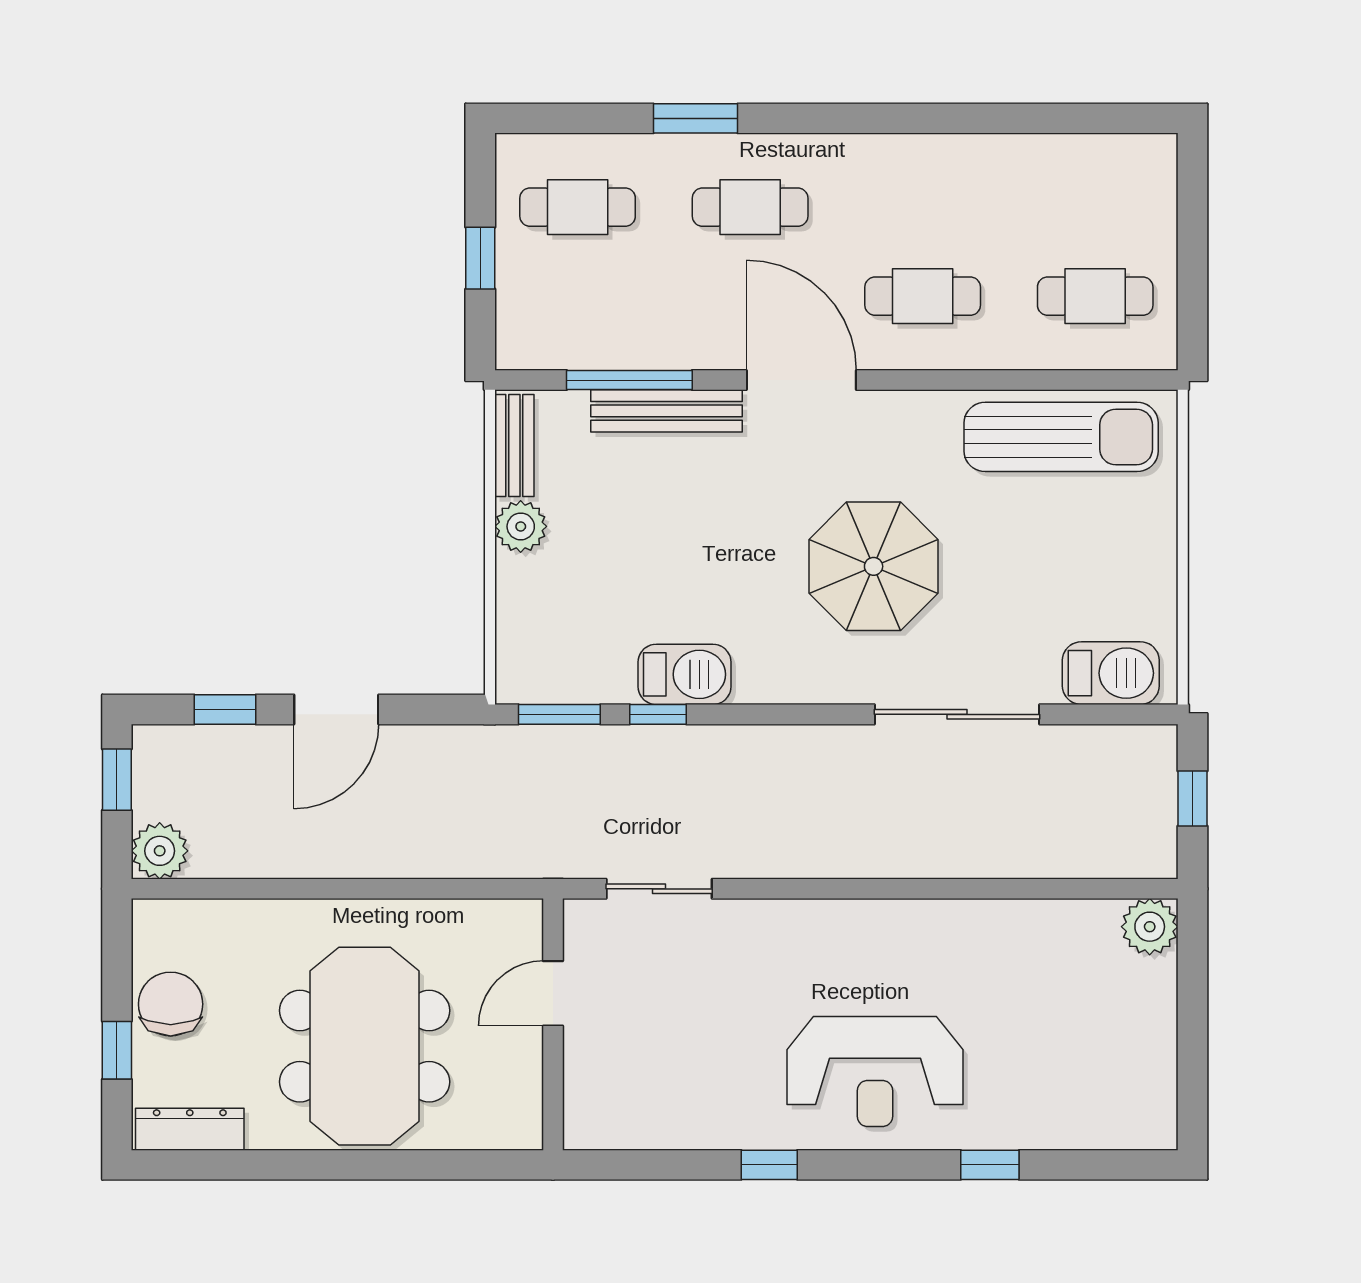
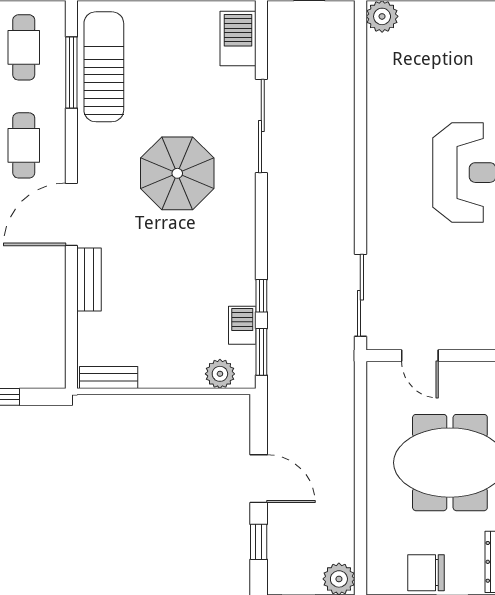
window: (629, 380) -> (71, 73), moved
bench: (667, 411) -> (89, 280), width x0.73
plant: (521, 526) -> (220, 374), moved
barbecue: (685, 674) -> (242, 325), moved, width x0.73, depth x0.79
sliding door: (659, 889) -> (360, 295), width x1.37

